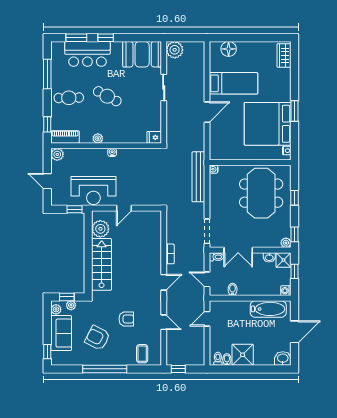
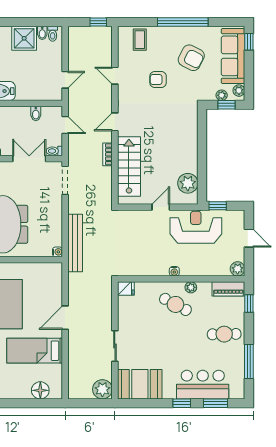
cafe table: (107, 96) -> (175, 304), moved
stairs: (102, 264) -> (129, 167), moved, turned 180
sofa: (61, 333) -> (233, 56), width x1.36

